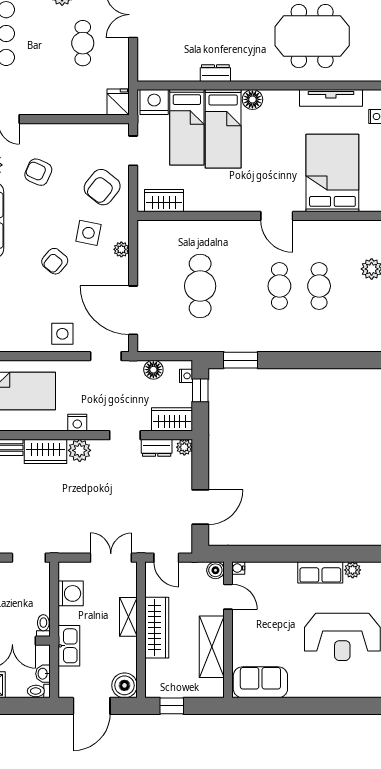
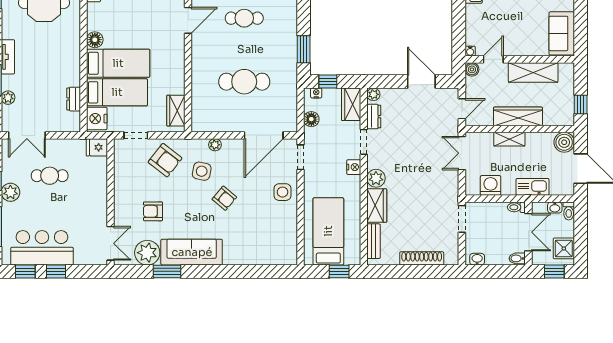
dresser: (215, 73) -> (74, 99), moved
armchair: (38, 172) -> (153, 211), turned 66
nightstand: (77, 423) -> (354, 167), moved

